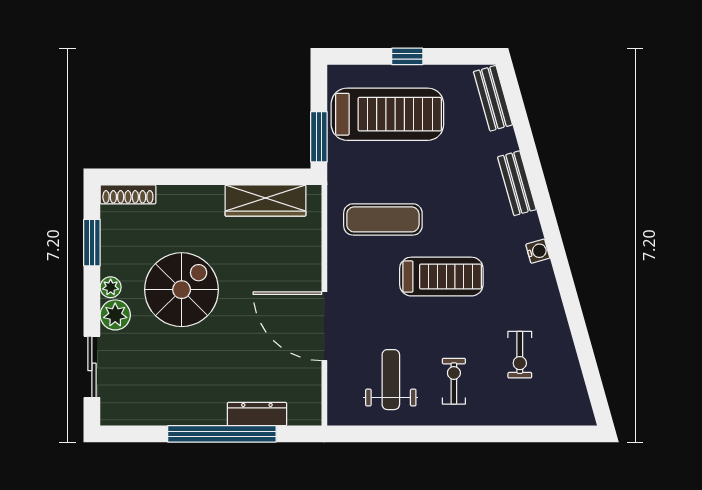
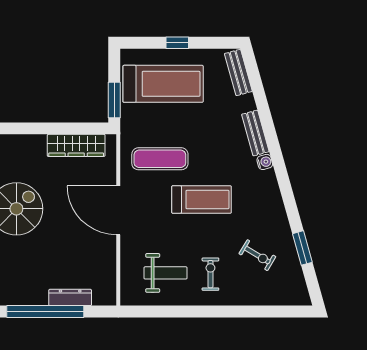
water cooler: (538, 251) -> (265, 162), moved
door: (324, 326) -> (118, 210), moved
window: (583, 344) -> (302, 248), added
exercise bike: (520, 355) -> (257, 255), turned -59
weight bench: (391, 380) -> (166, 273), turned 90

